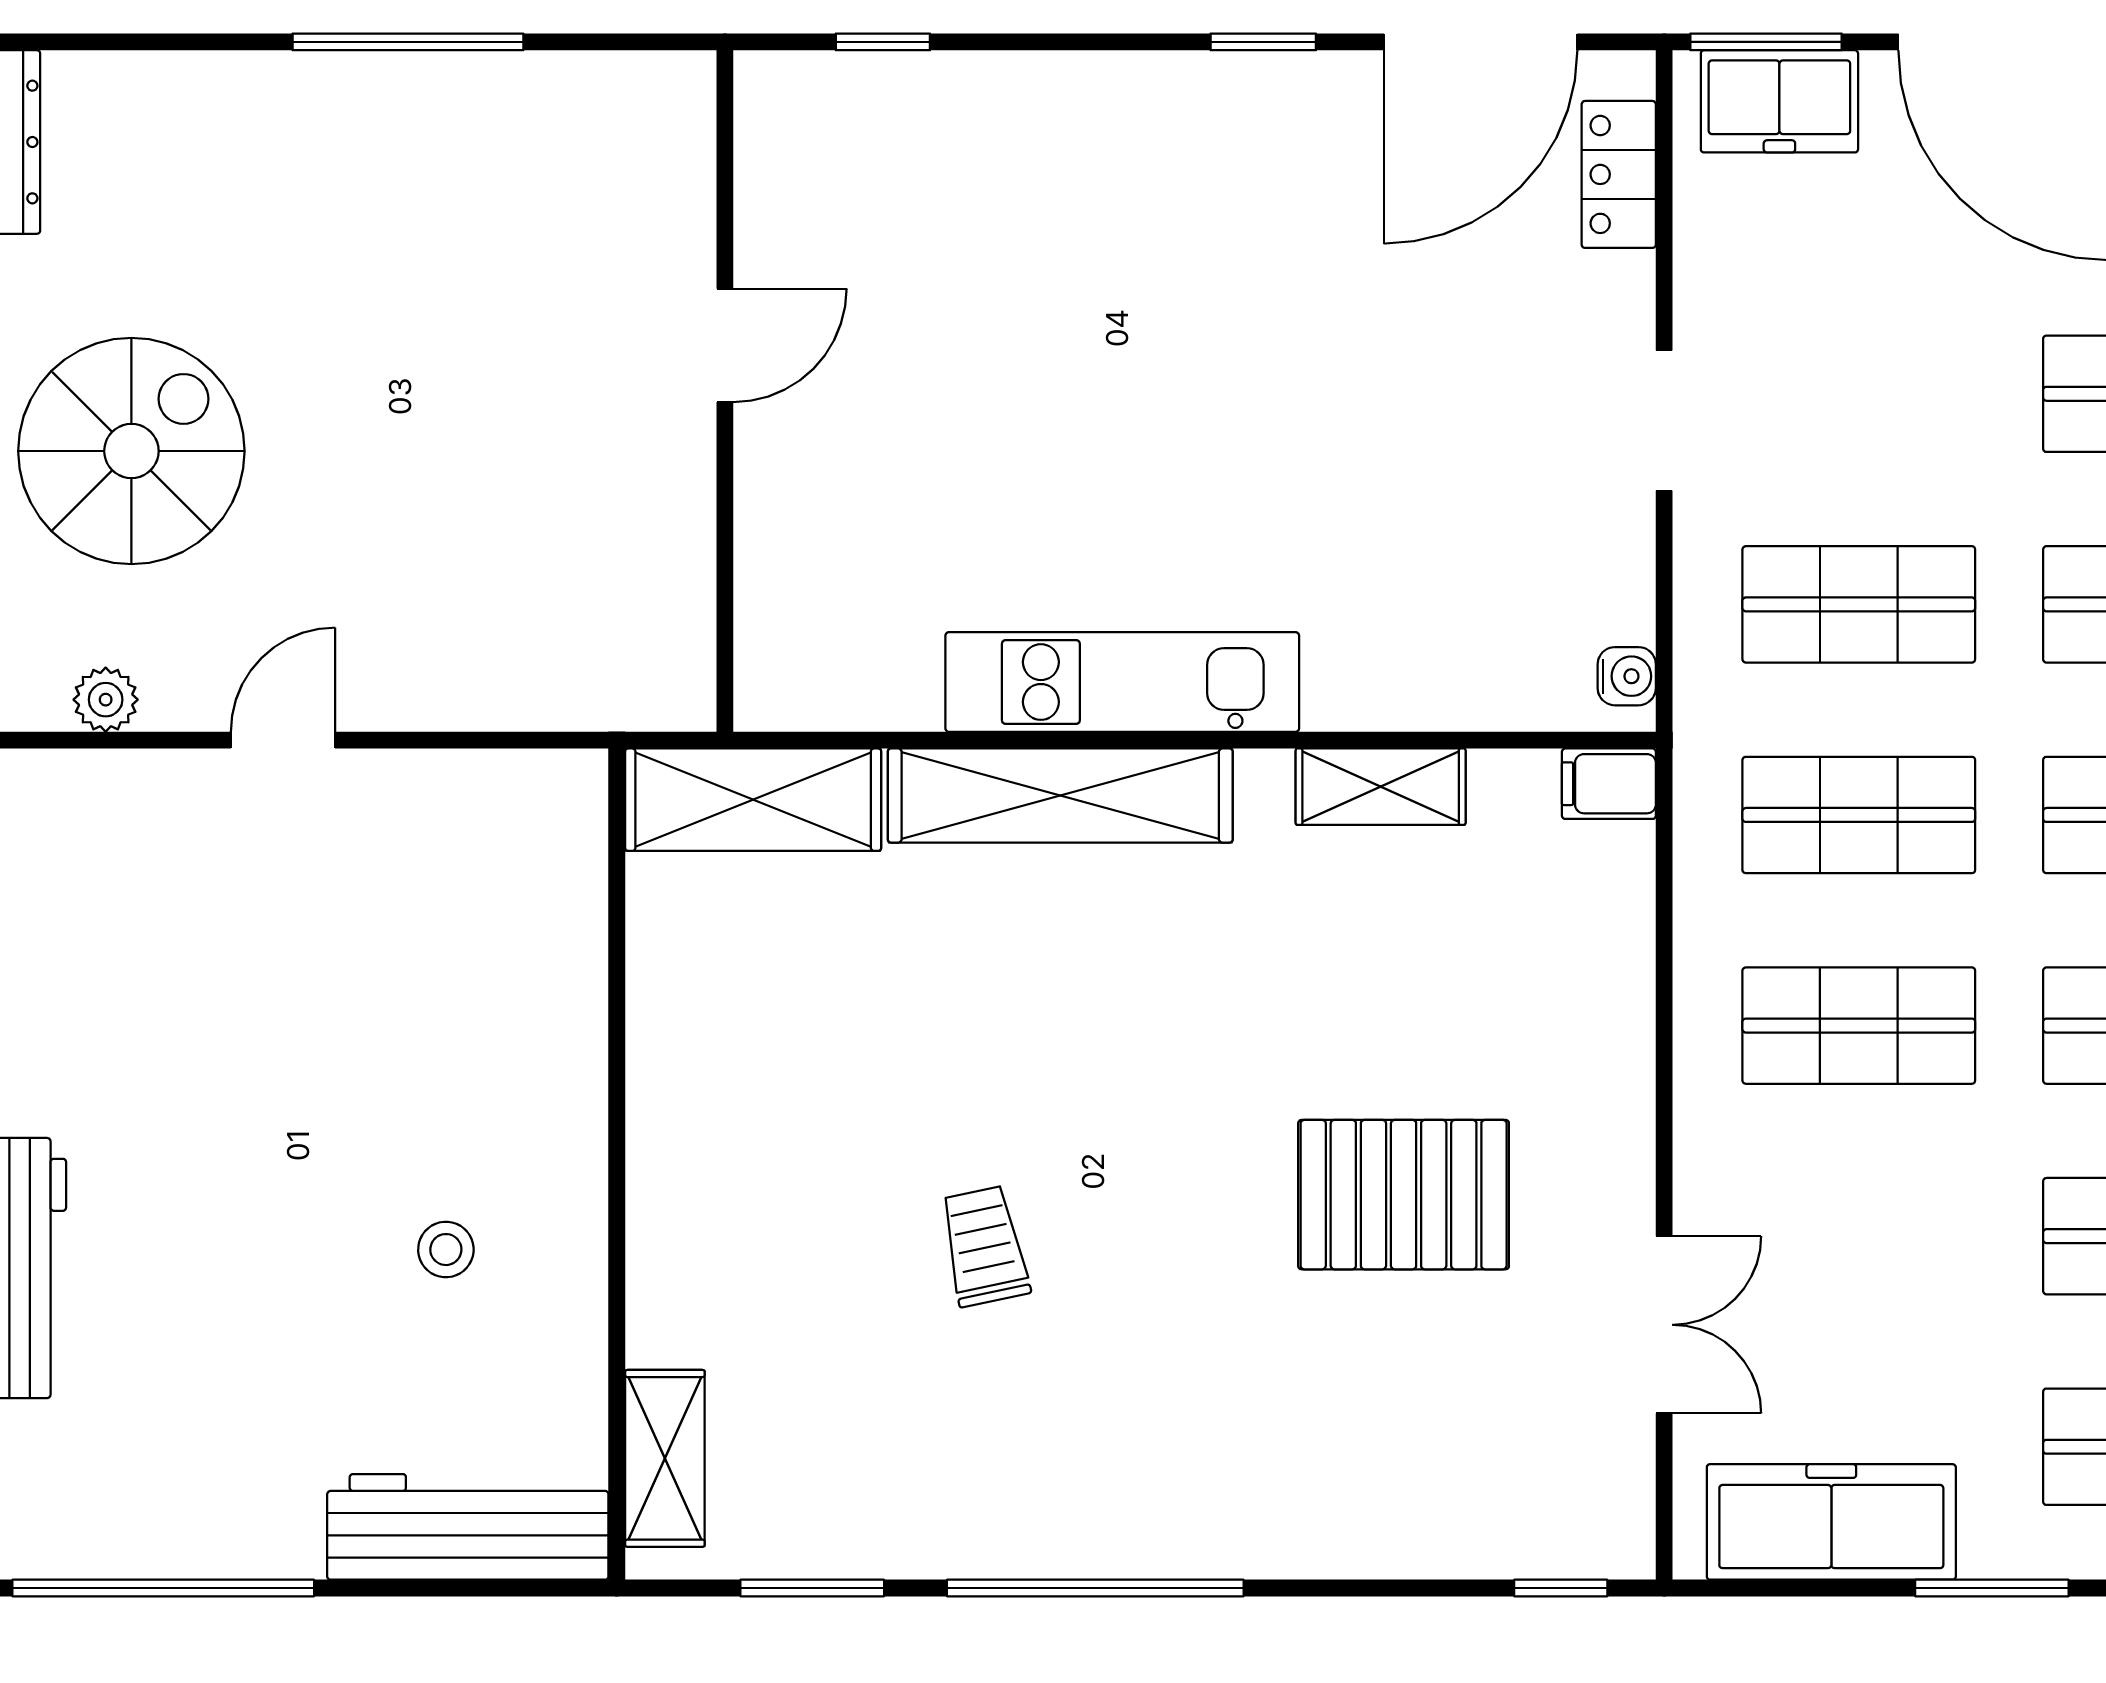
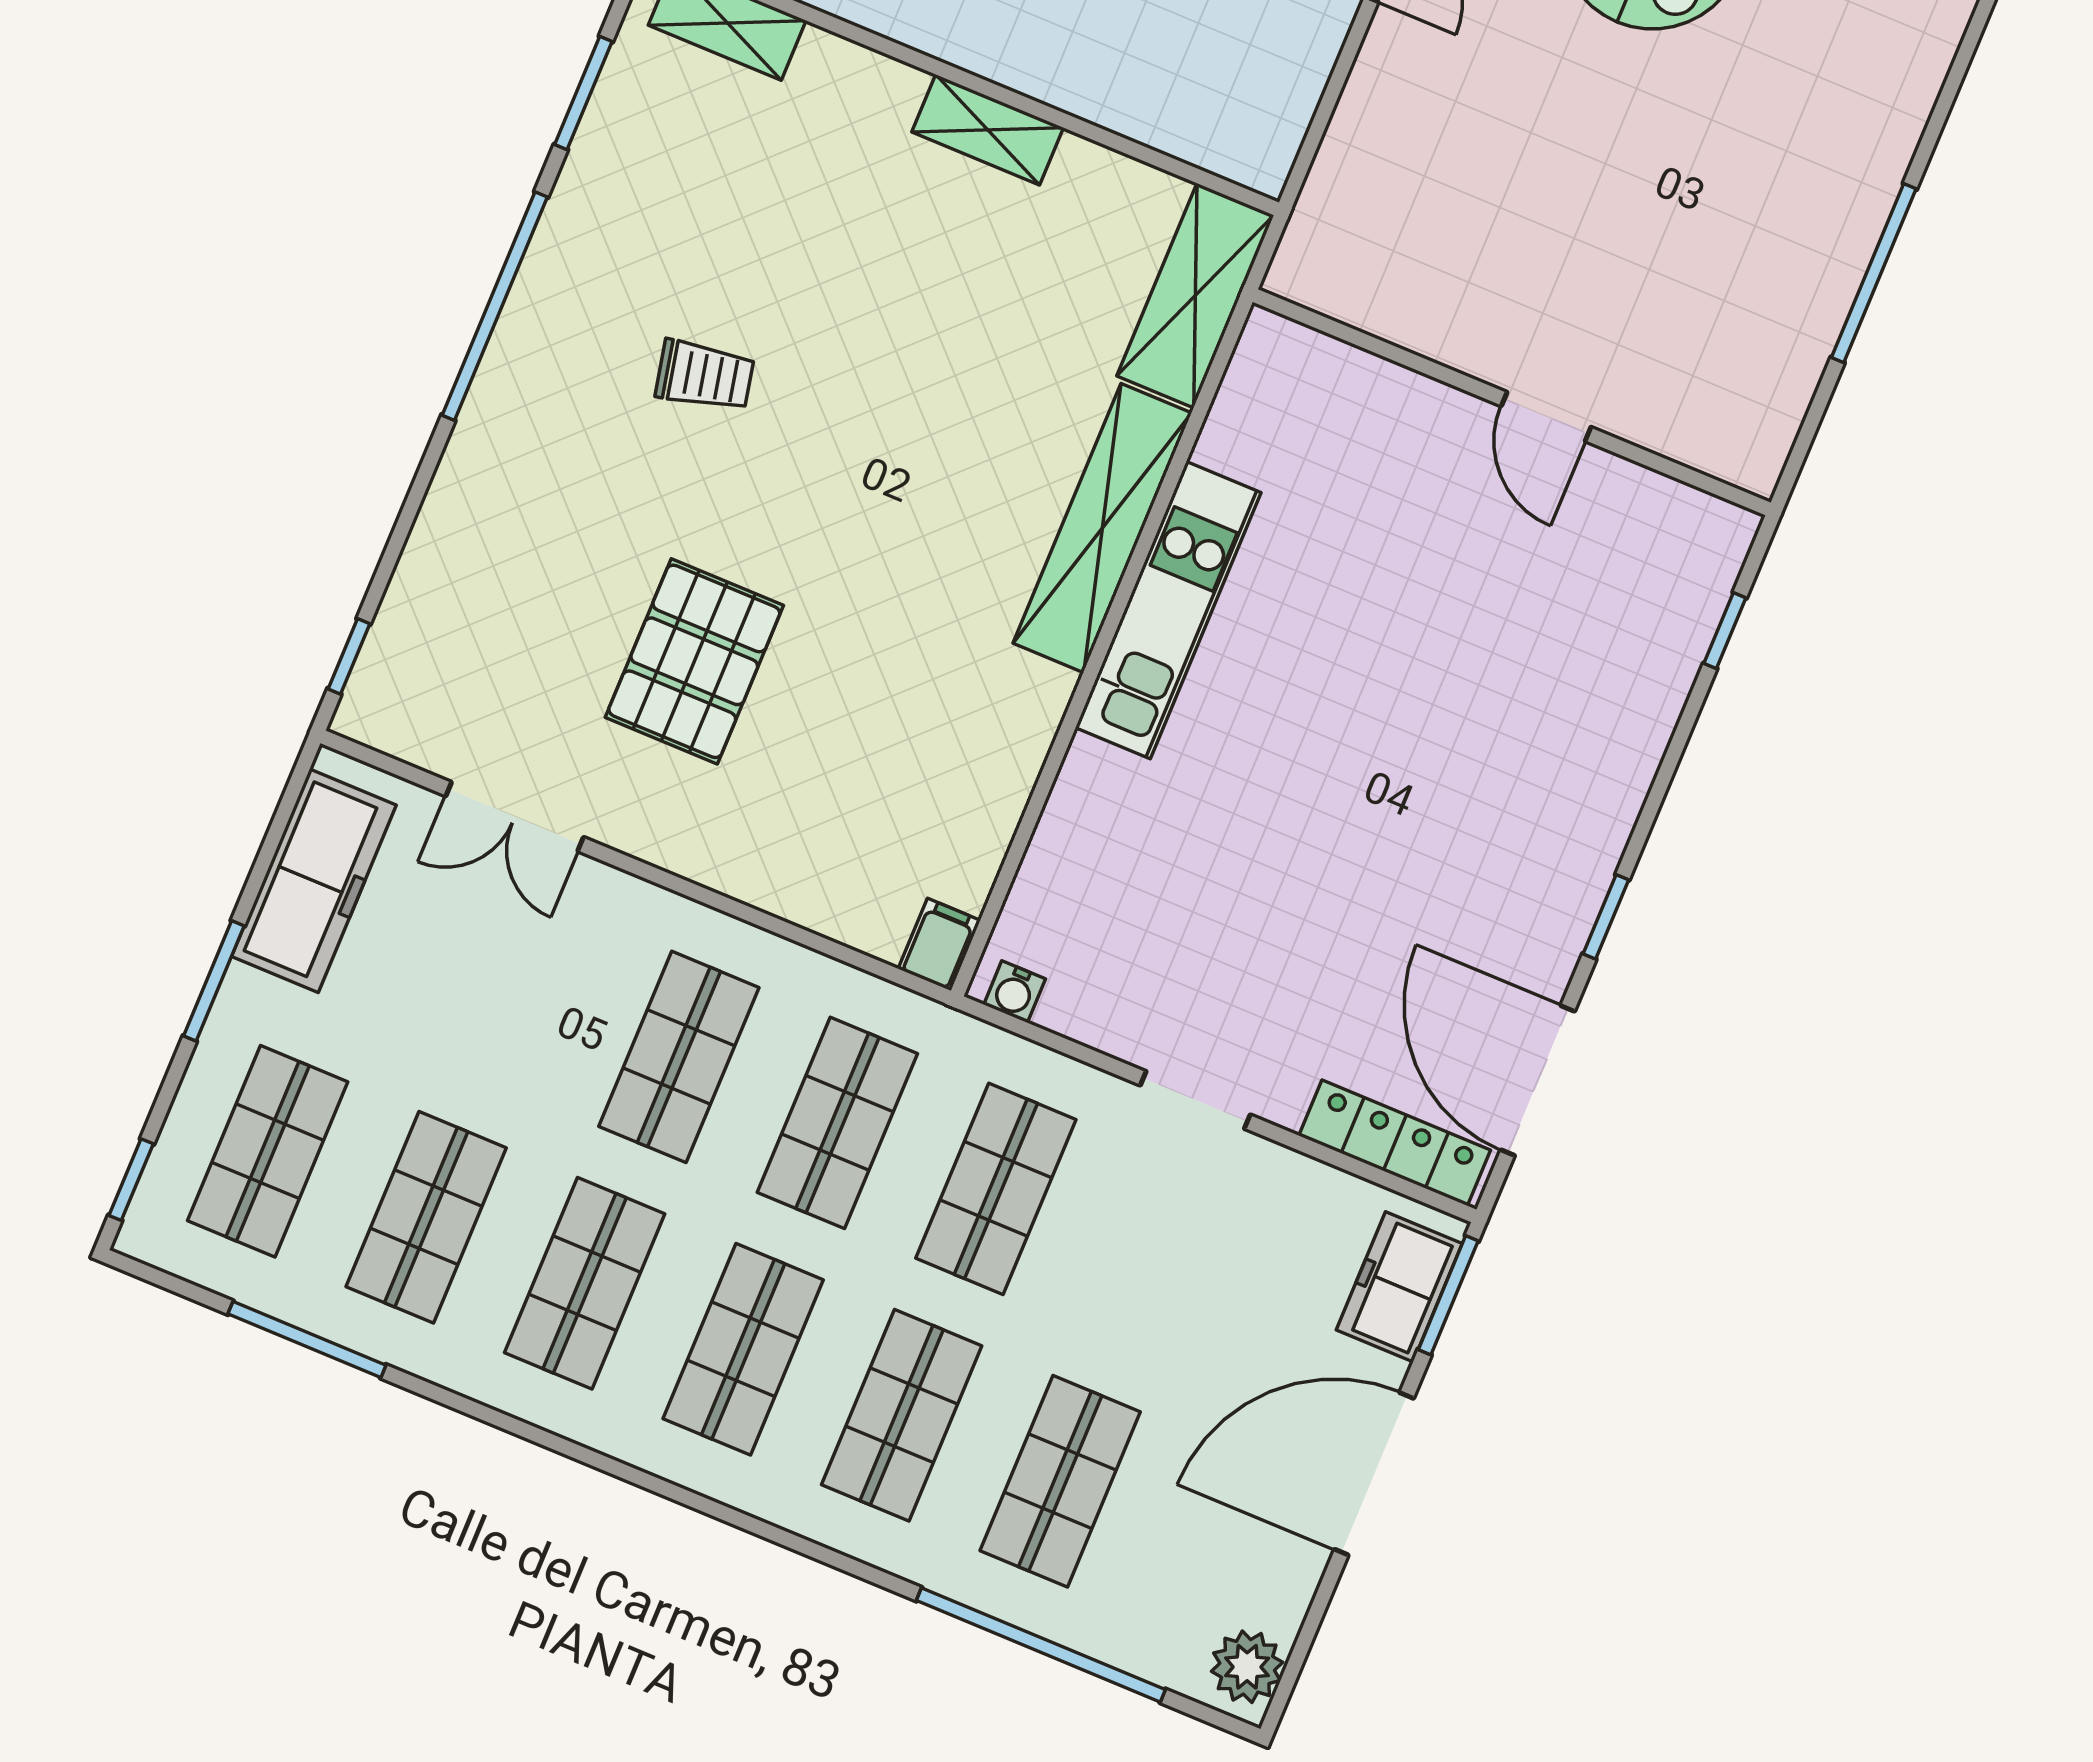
locker: (1619, 174) -> (1395, 1143), width x1.53
shelving: (1381, 787) -> (988, 130), moved, turned 90
trolley: (984, 1246) -> (705, 376), moved

